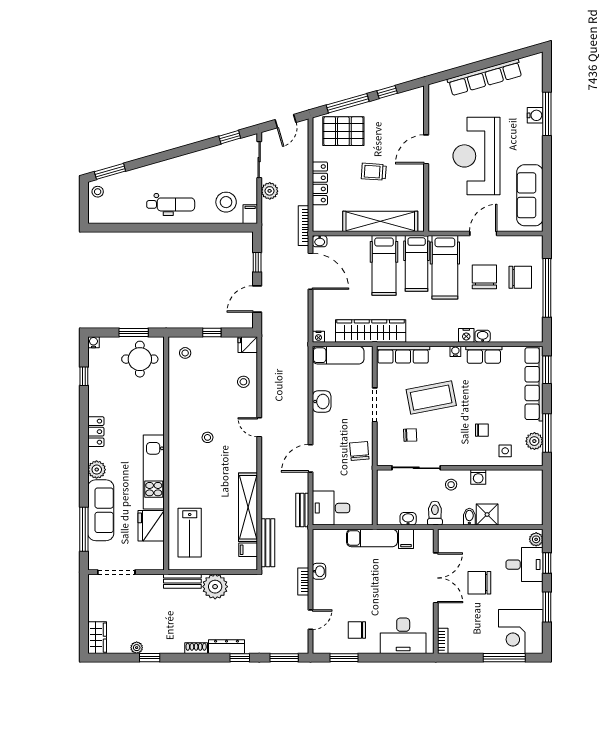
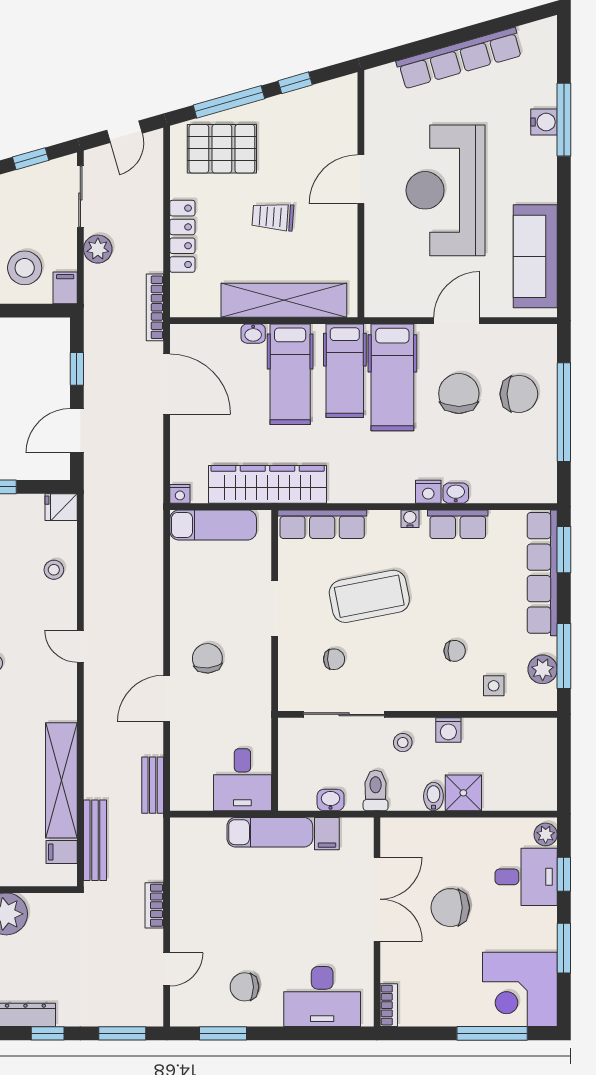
washbasin: (320, 241) -> (253, 334), moved
washbasin: (322, 401) -> (185, 603), removed
chair: (359, 451) -> (207, 658), moved
desk: (331, 508) -> (242, 780), moved, turned -90
washbasin: (319, 571) -> (181, 888), removed

